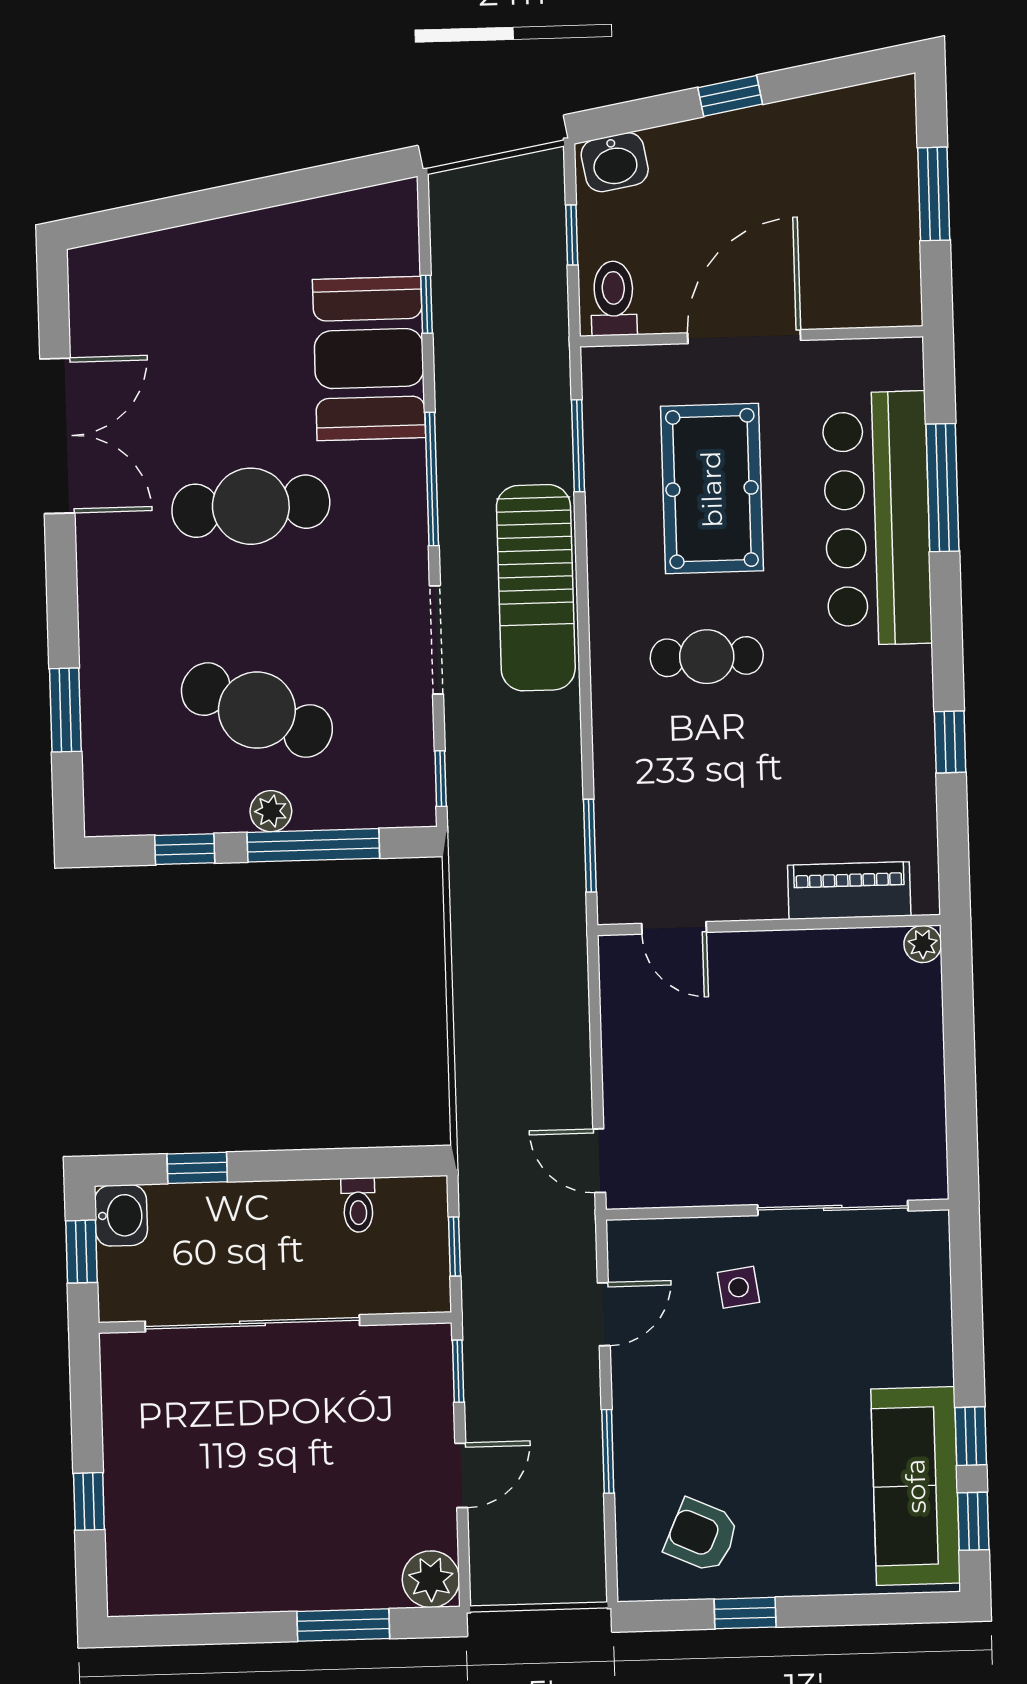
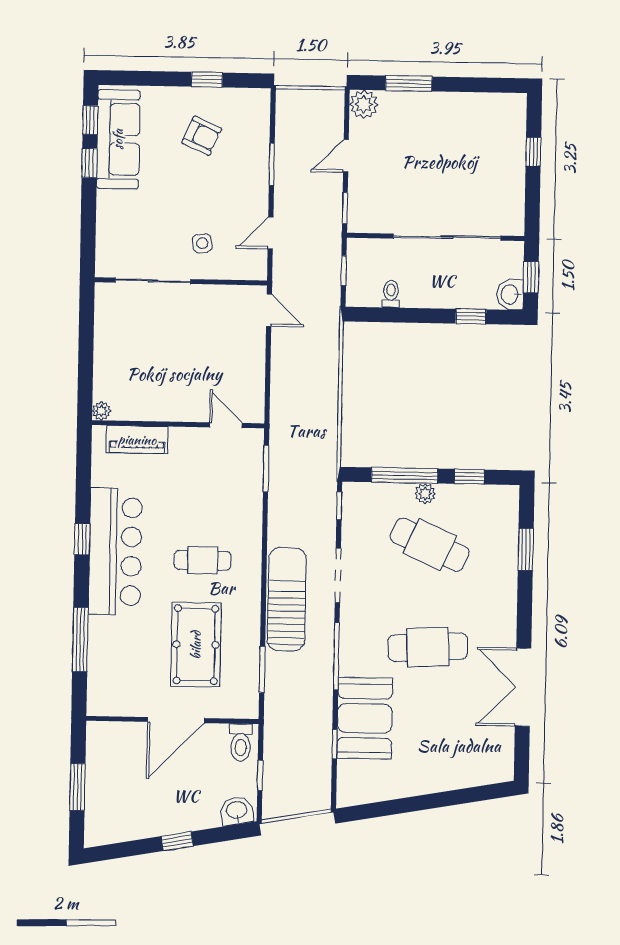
bar counter: (877, 518) -> (115, 551), moved
window: (950, 742) -> (82, 539), moved
armchair: (702, 1535) -> (202, 136), moved

